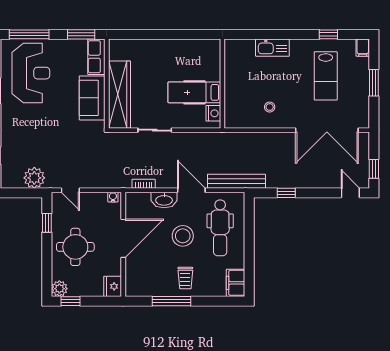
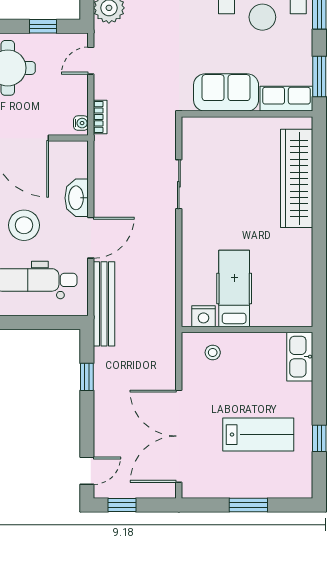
filing cabinet: (363, 48) -> (300, 489), removed
lab bench: (326, 76) -> (258, 435), turned 180
wall: (222, 84) -> (247, 329), moved
hospital bed: (194, 92) -> (234, 288), moved
wardrobe: (119, 95) -> (297, 178), moved, turned 90
nightstand: (213, 113) -> (203, 316), moved
bookcase: (144, 184) -> (100, 117), moved

